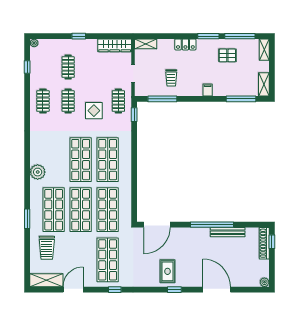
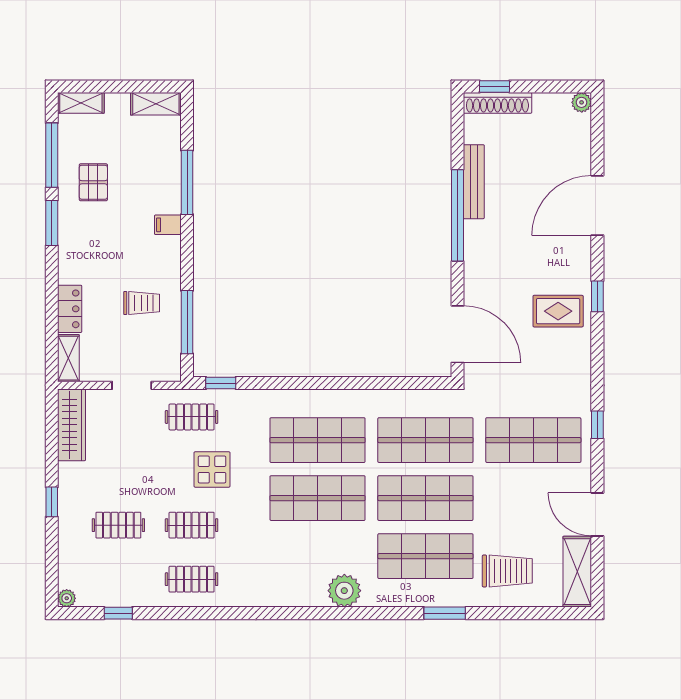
locker: (185, 44) -> (70, 309), moved
window: (241, 99) -> (187, 182), moved

